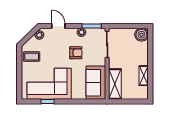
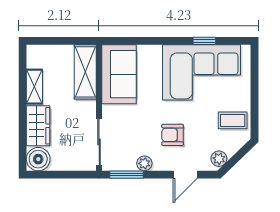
door: (58, 26) -> (185, 175), hinge flipped
armchair: (76, 53) -> (173, 135), moved
wardrobe: (142, 54) -> (38, 126), added

